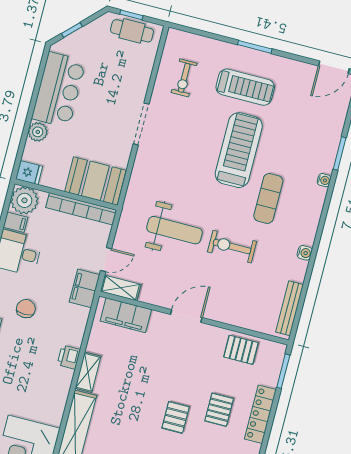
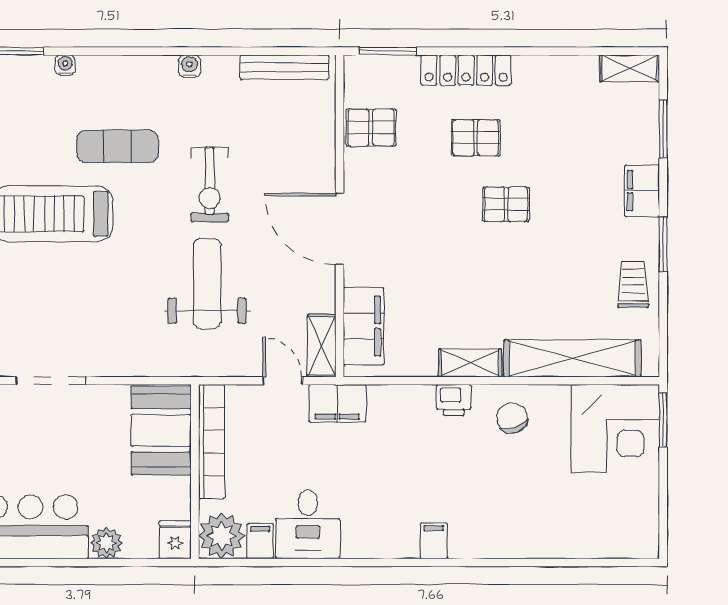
chair: (26, 309) -> (512, 418), moved, turned 72
door: (186, 316) -> (340, 229), width x1.36
pallet: (241, 350) -> (371, 128), turned 90

